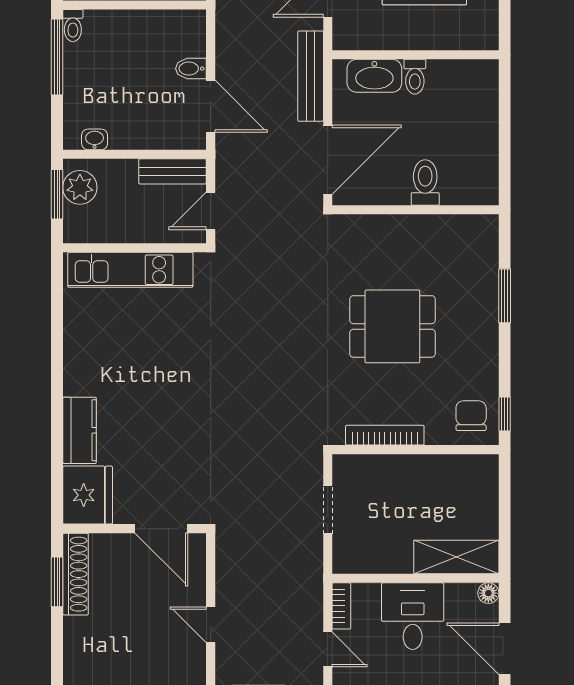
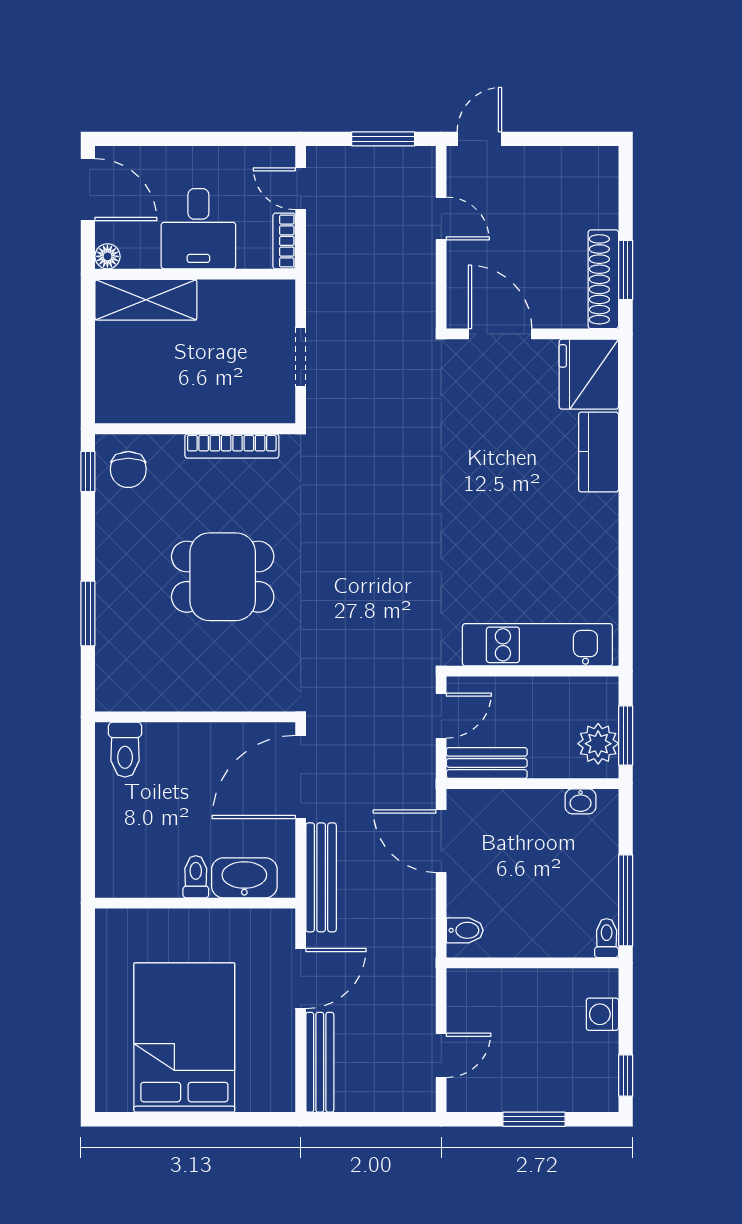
bidet: (191, 69) -> (465, 930), moved
toilet: (425, 182) -> (125, 750), moved

